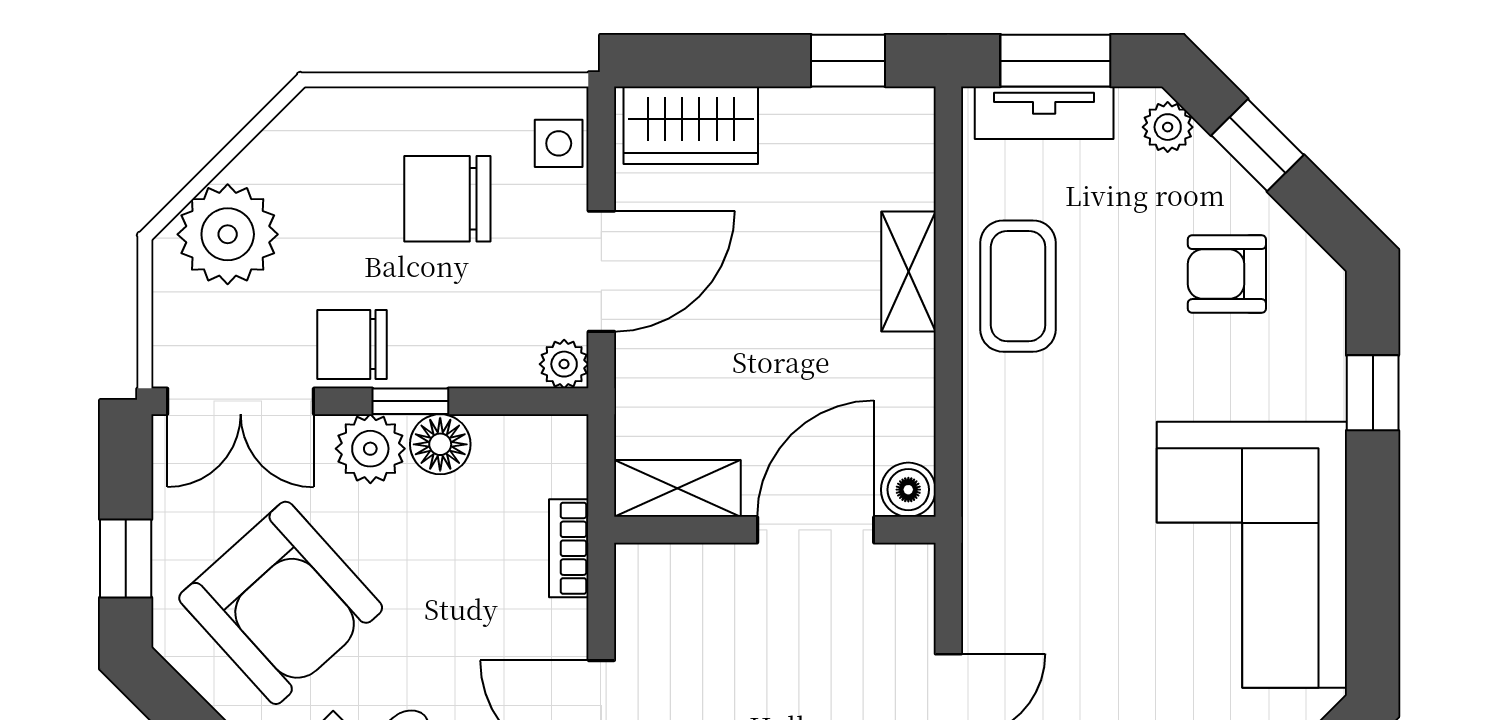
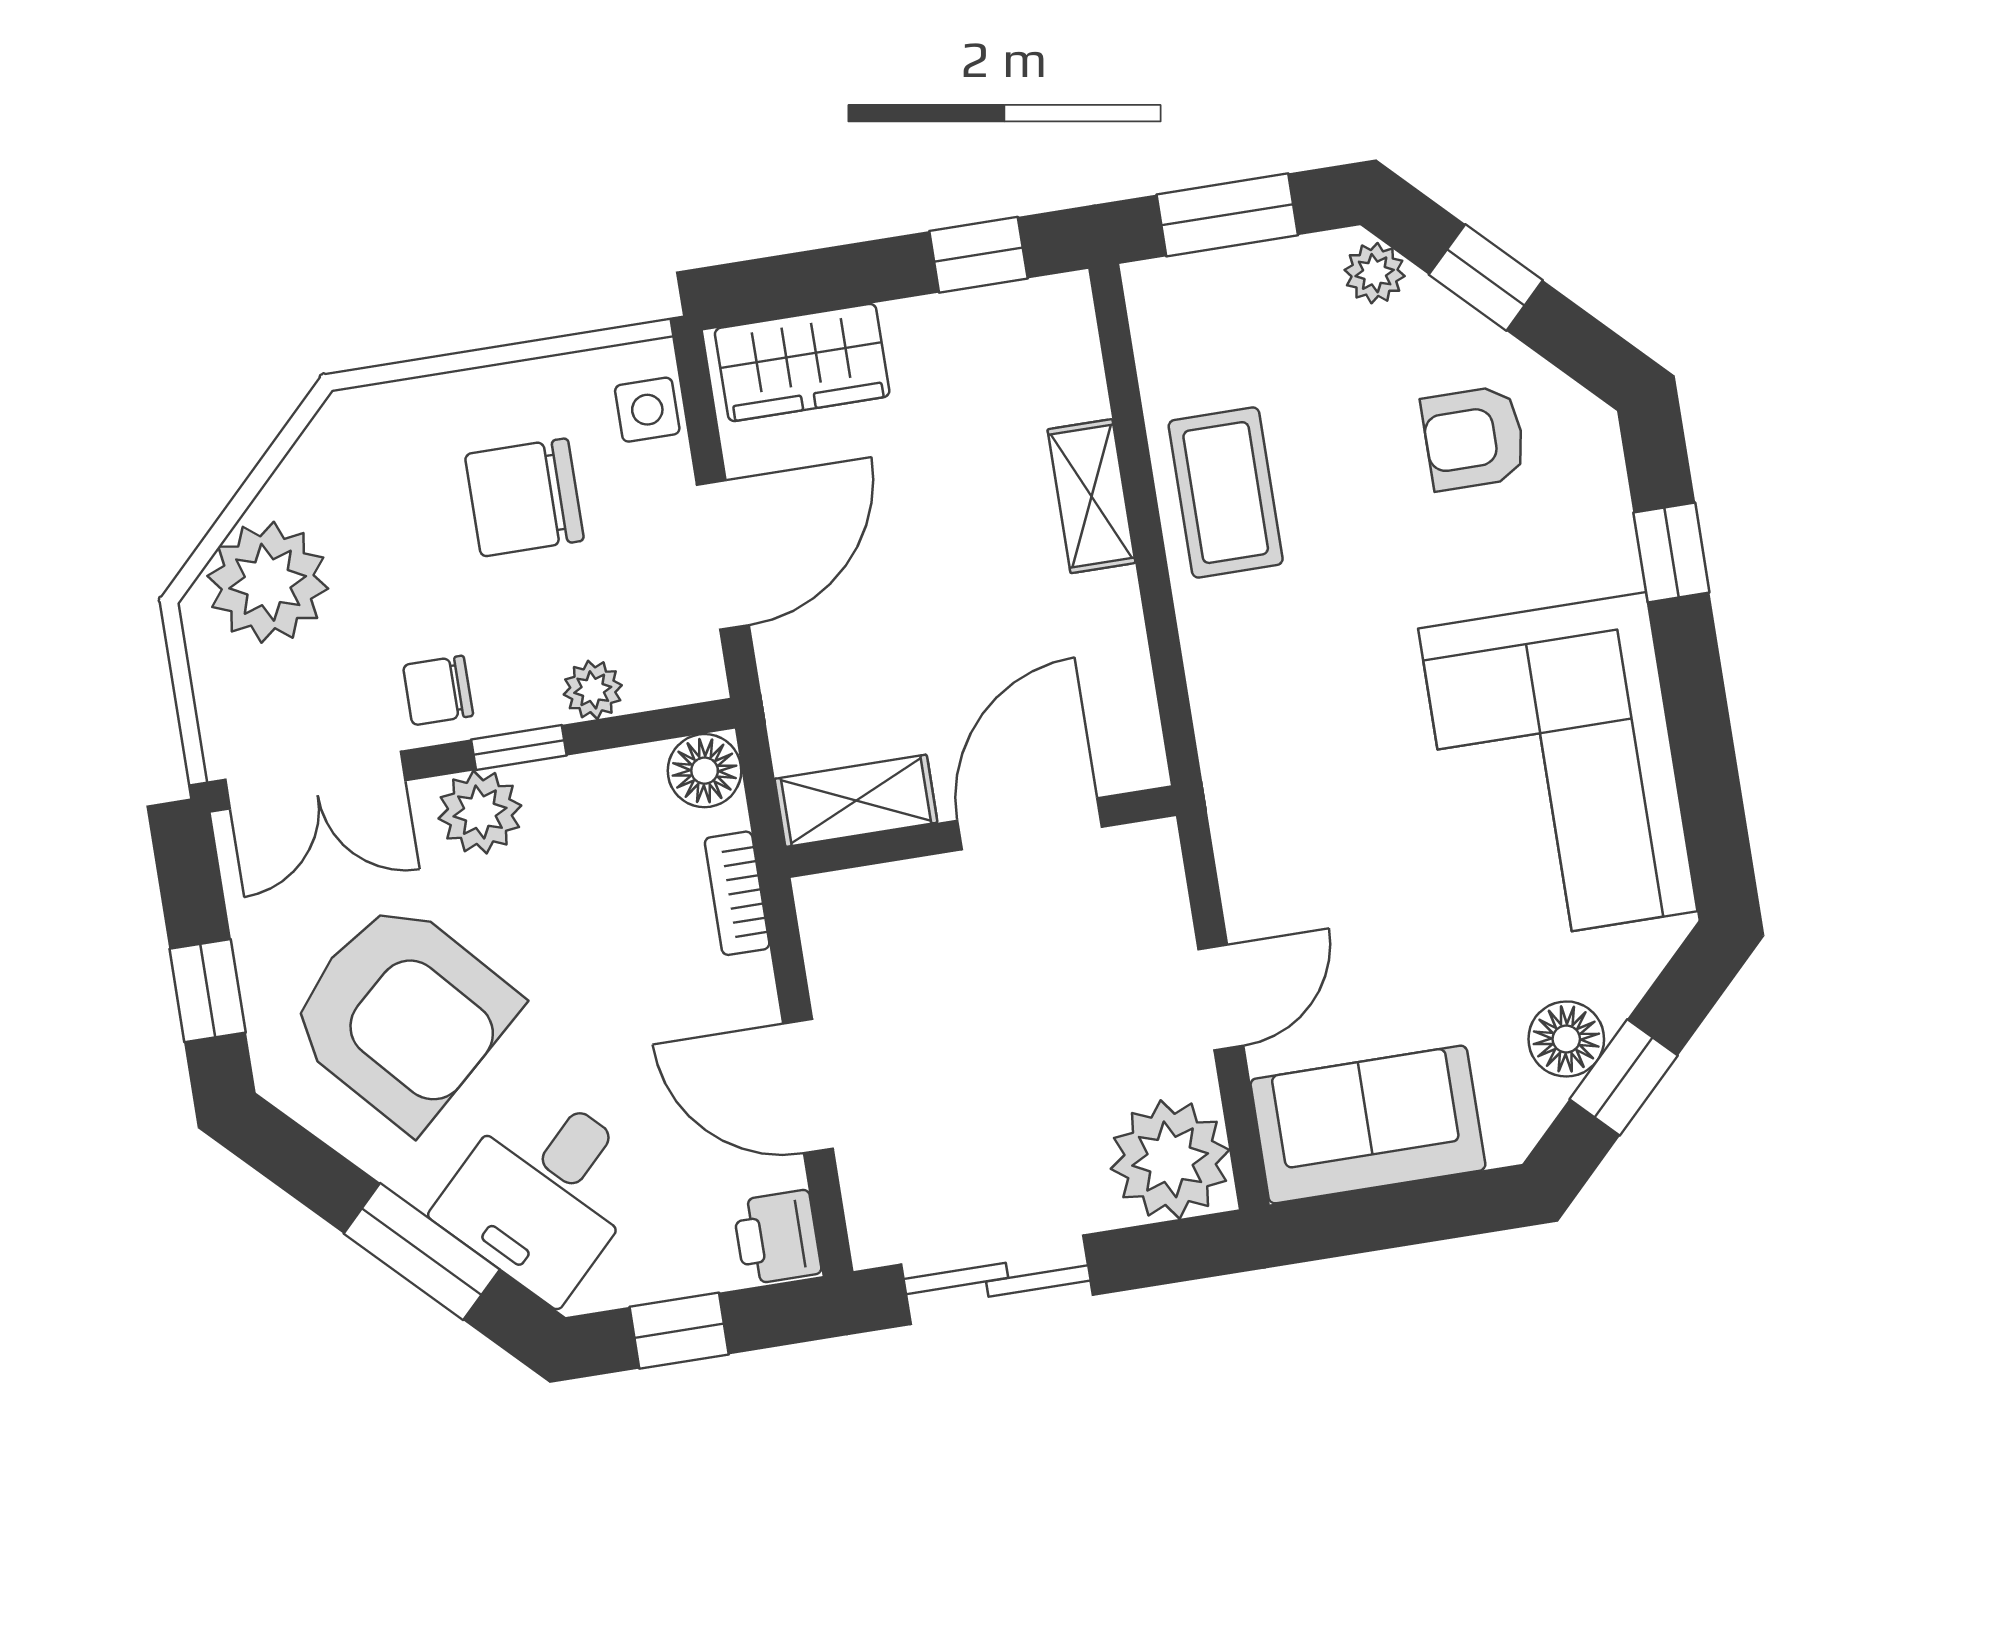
tv unit: (1044, 113) -> (1224, 280), removed
chair: (352, 344) -> (438, 690), width x0.73, depth x0.73
plant: (564, 364) -> (593, 690), moved
floor lamp: (440, 444) -> (705, 771), moved
boiler: (908, 490) -> (1133, 758), removed

